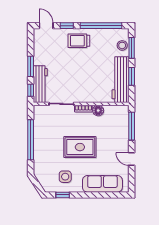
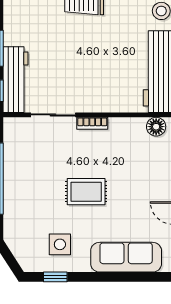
floor lamp: (98, 111) -> (156, 127), moved
rug: (80, 147) -> (86, 192), width x0.73, depth x0.70

